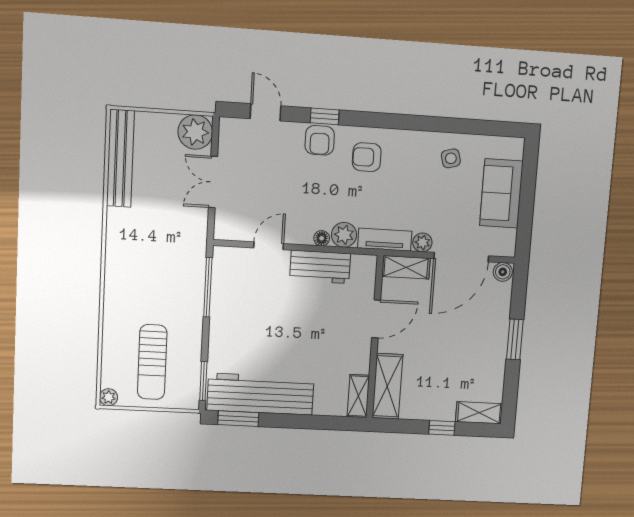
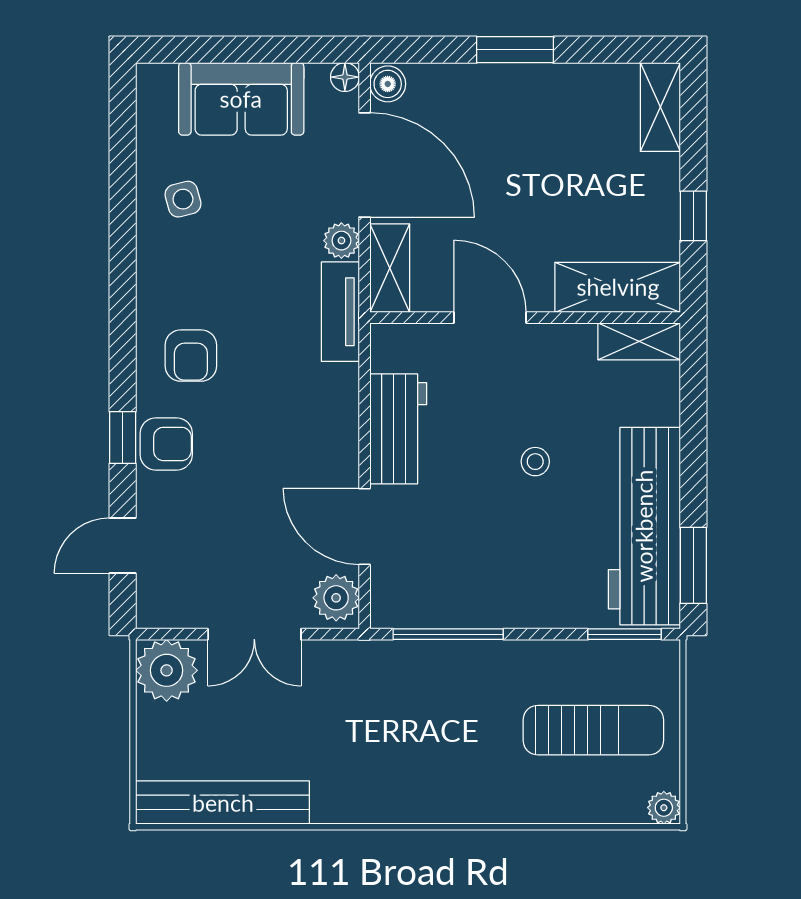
plant: (344, 235) -> (336, 598), moved
floor lamp: (322, 238) -> (345, 77), moved
door: (269, 246) -> (365, 526), width x1.38
stool: (298, 339) -> (535, 462), added
window: (442, 428) -> (693, 216), moved

